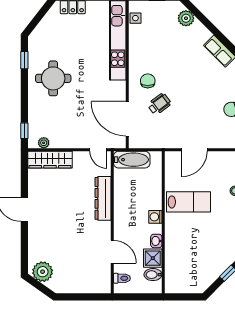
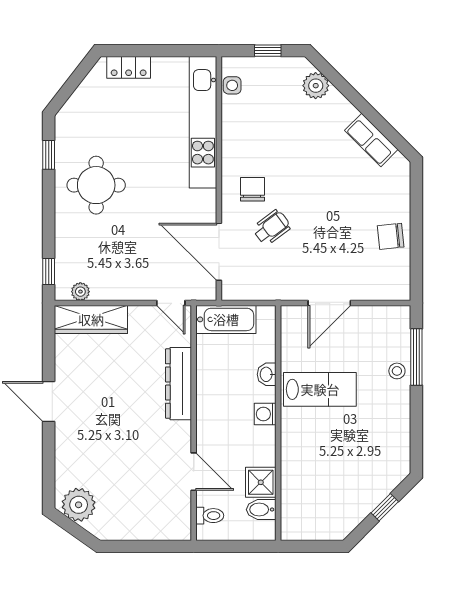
washbasin: (156, 241) -> (267, 374), moved

